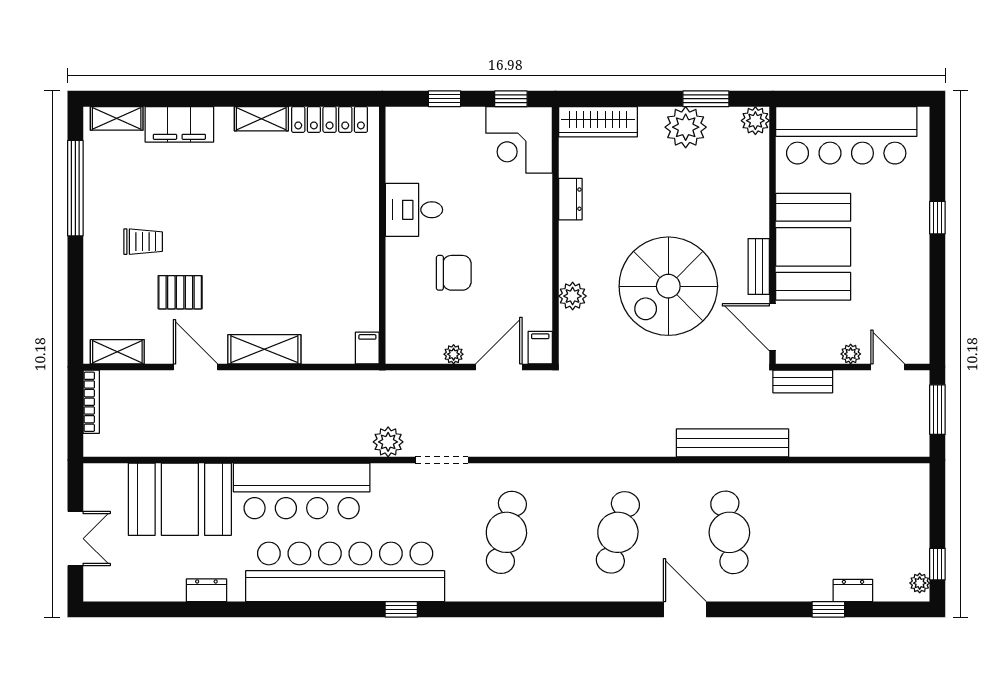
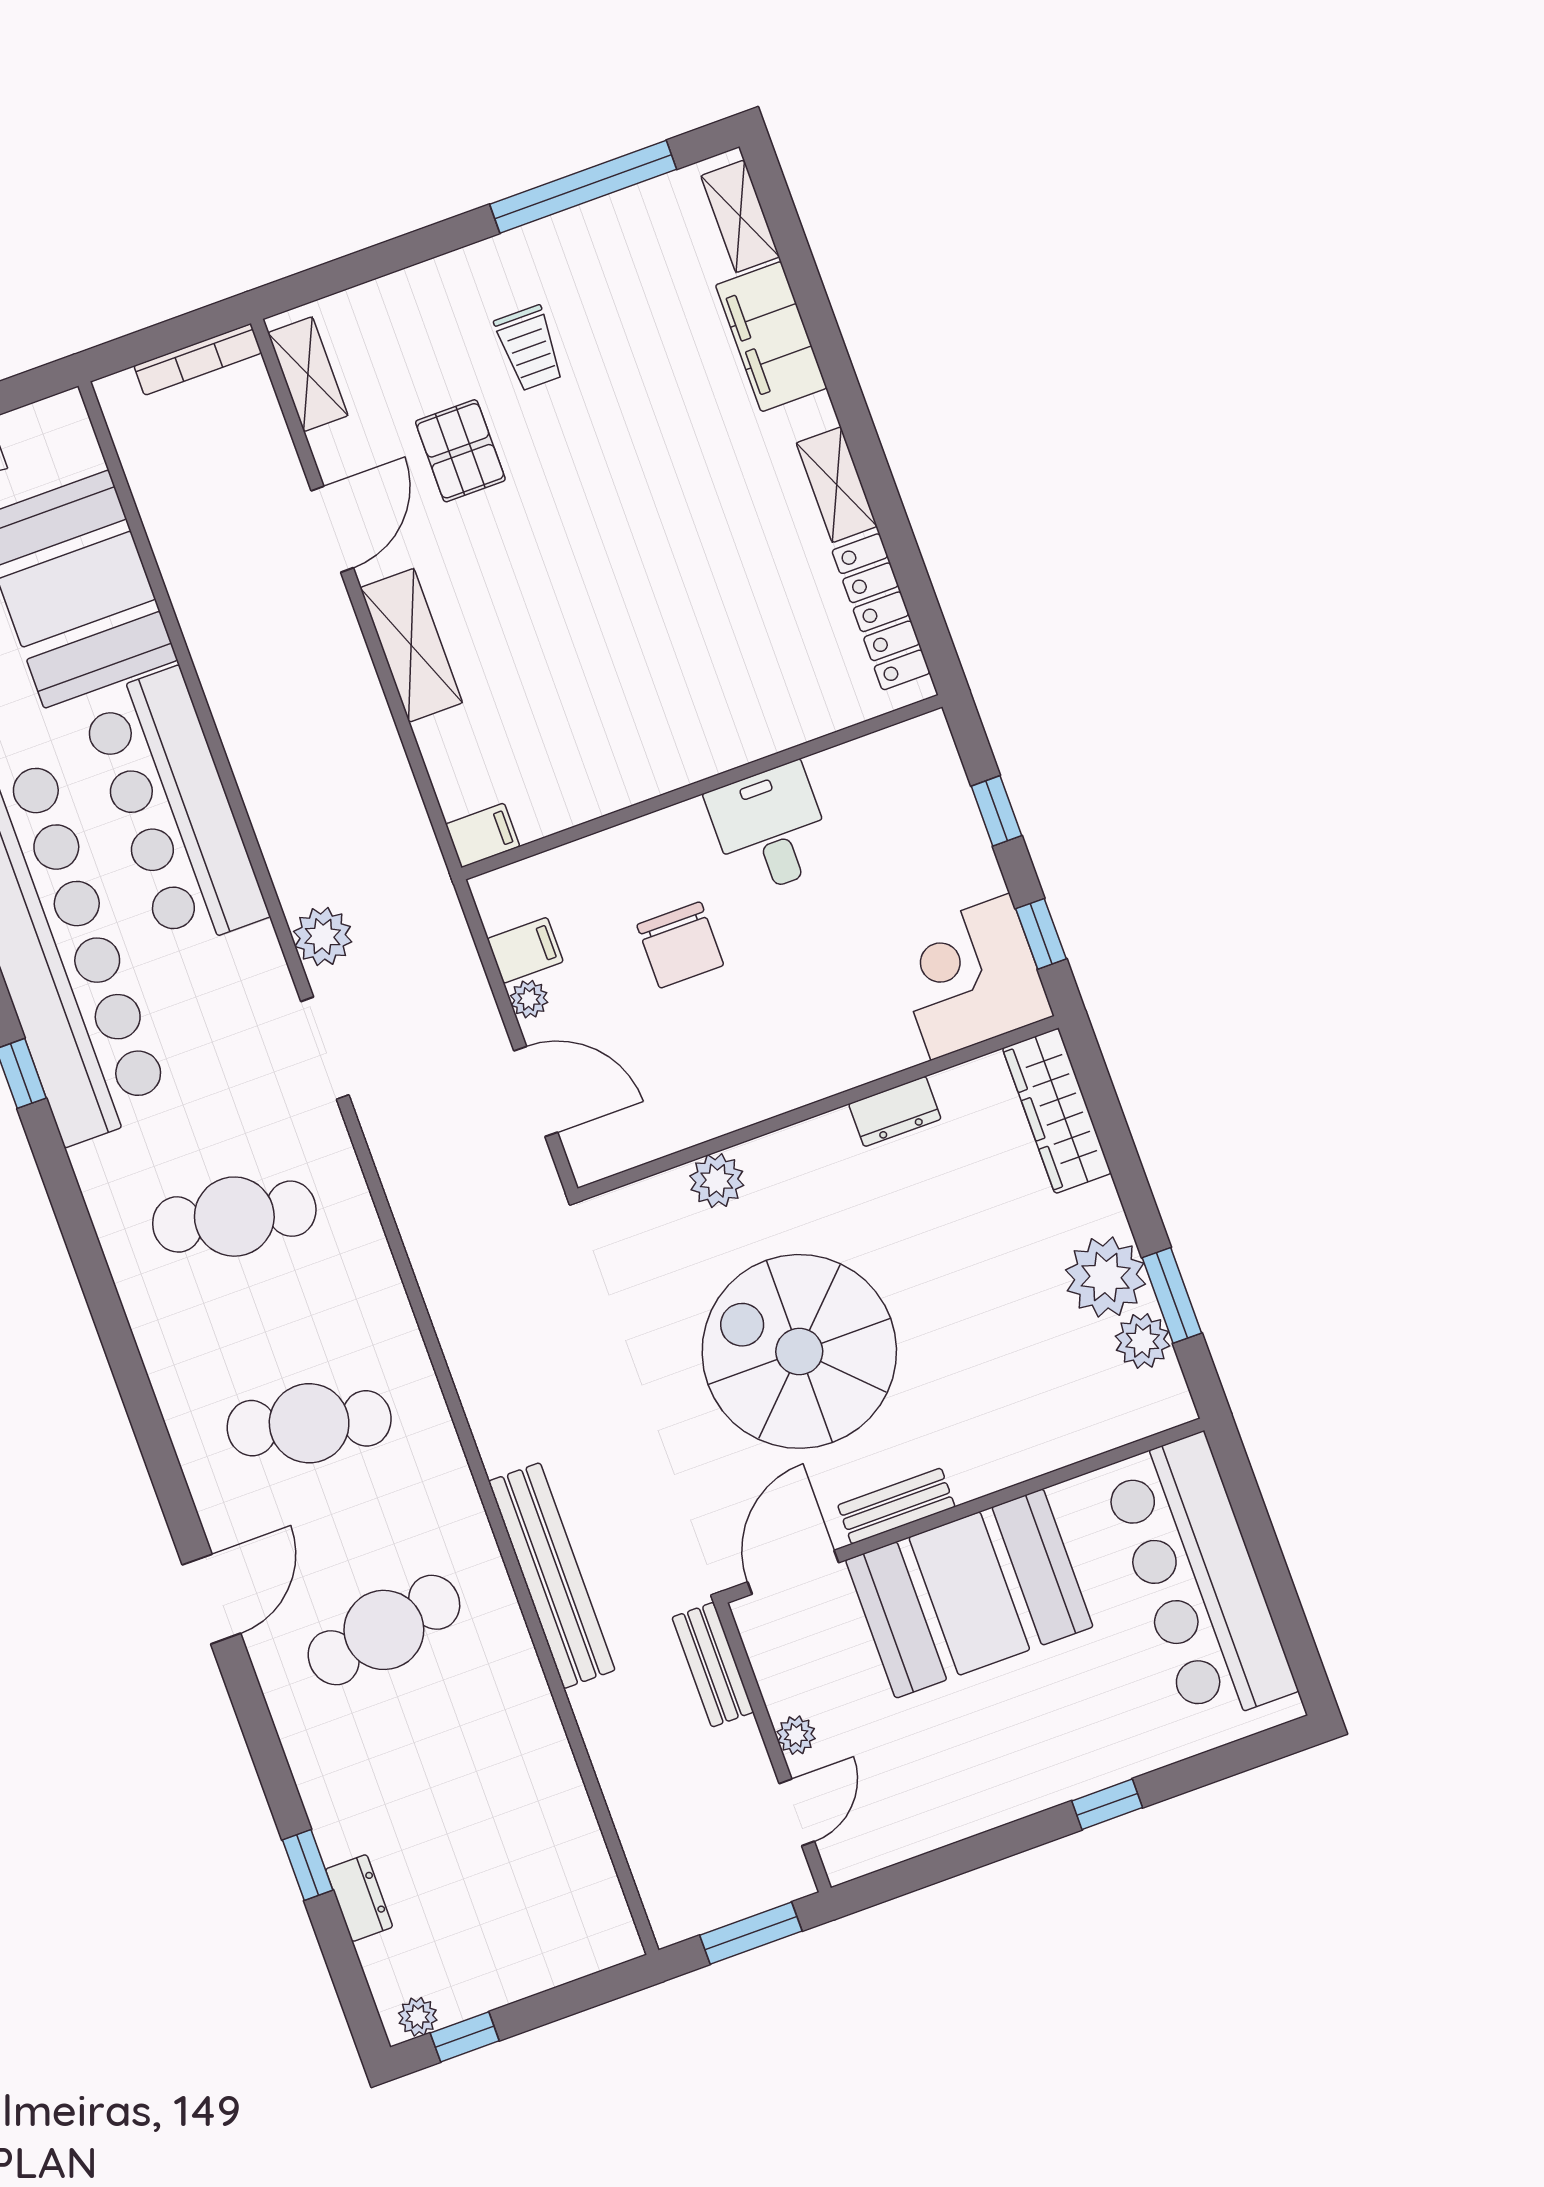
plant: (755, 121) -> (1143, 1341), moved
filing cabinet: (540, 348) -> (525, 950), moved

